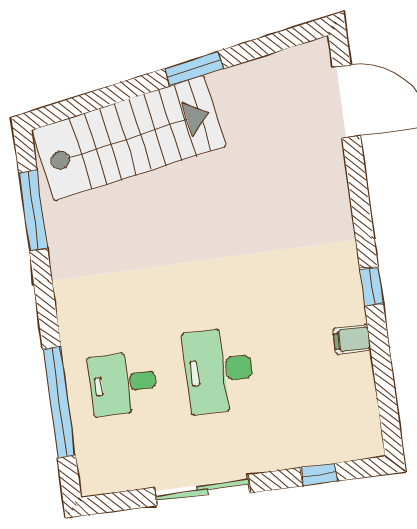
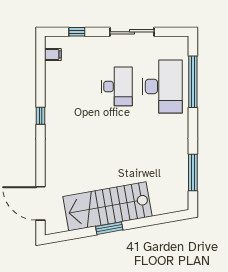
stairs: (129, 138) -> (107, 206), moved
filing cabinet: (352, 339) -> (53, 54), moved
desk: (123, 383) -> (162, 86), width x1.87, depth x1.30

